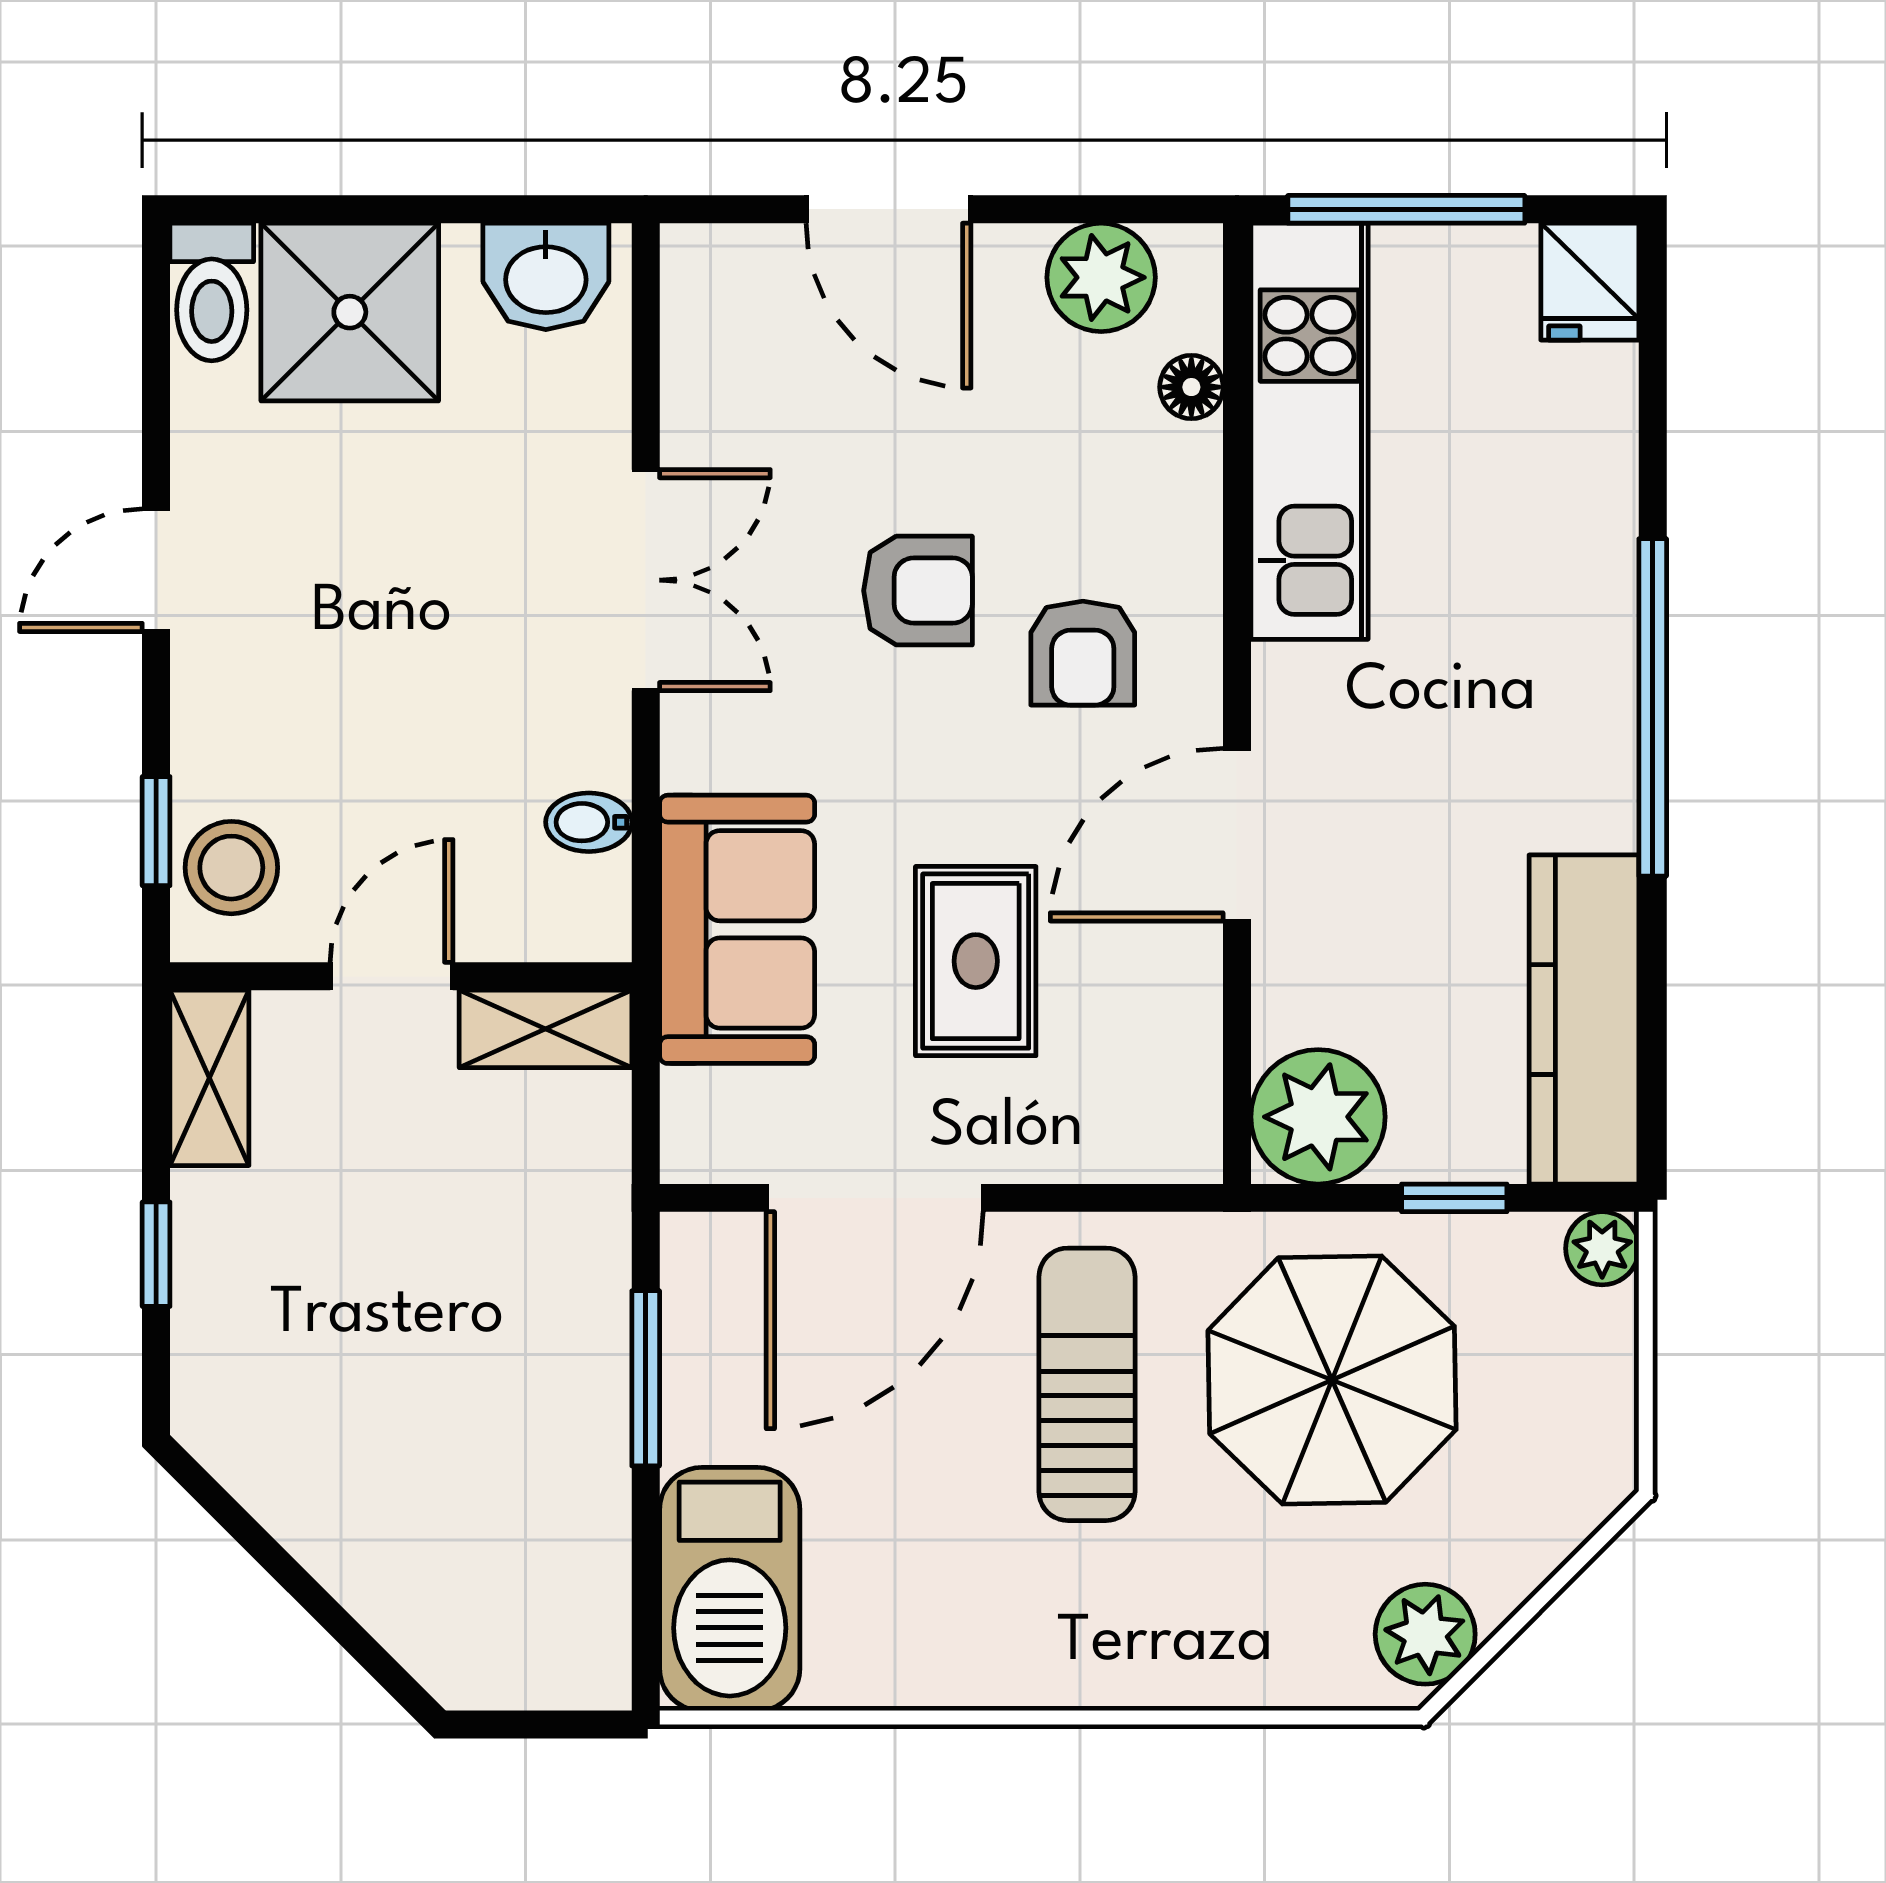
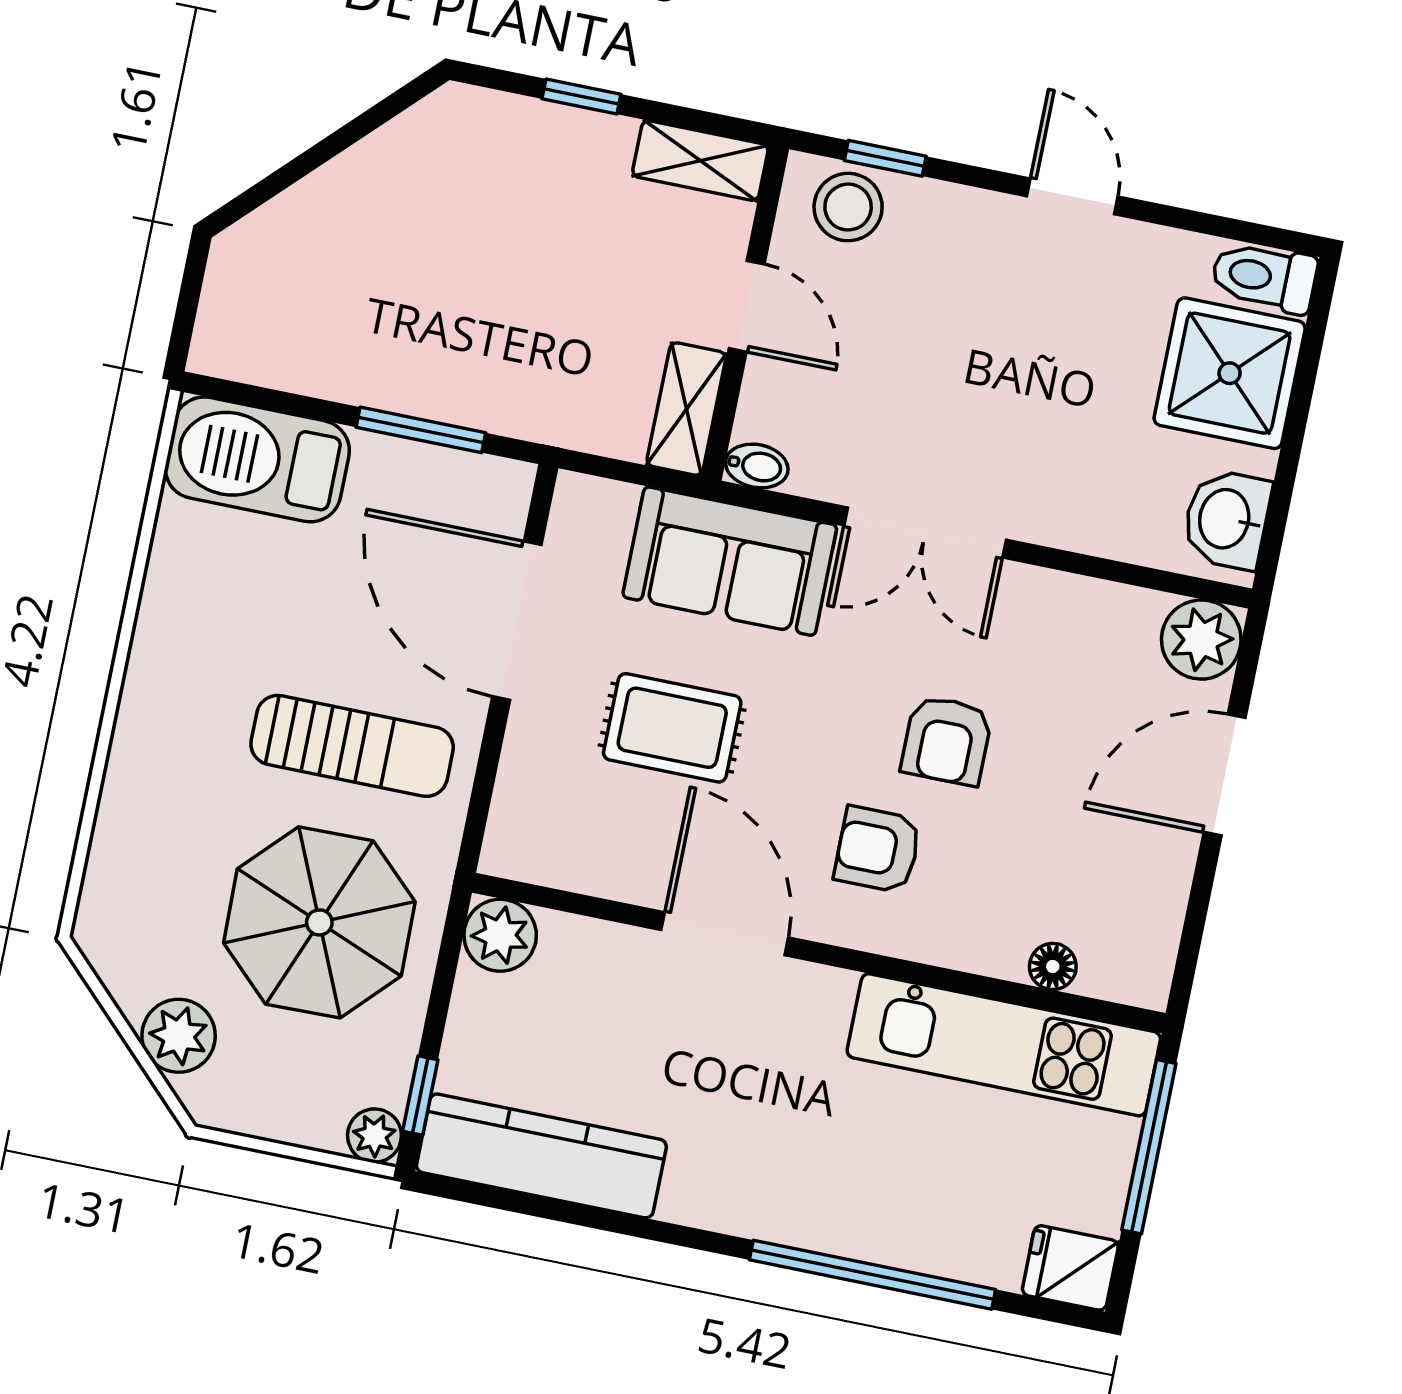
plant: (1101, 277) -> (1201, 640), moved
double door: (646, 580) -> (925, 532), moved
window: (1653, 707) -> (873, 1275), moved
bidet: (589, 822) -> (757, 466), moved, turned 90
plant: (1318, 1117) -> (500, 935), width x0.73, depth x0.73
window: (1454, 1198) -> (420, 1095), moved
plant: (1425, 1634) -> (179, 1036), moved

